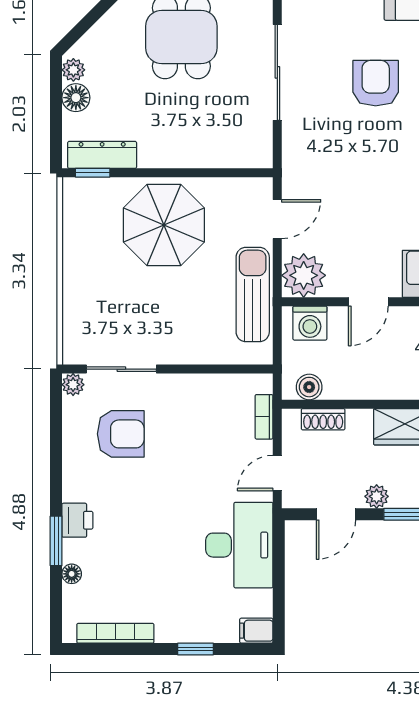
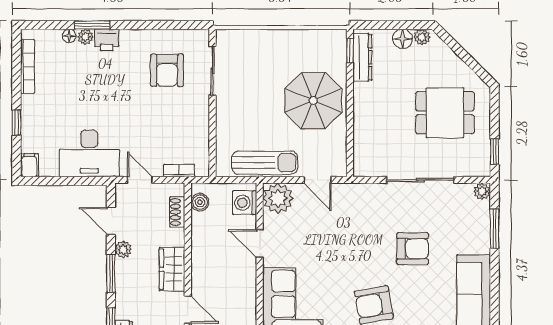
plant: (73, 385) -> (85, 37), moved

